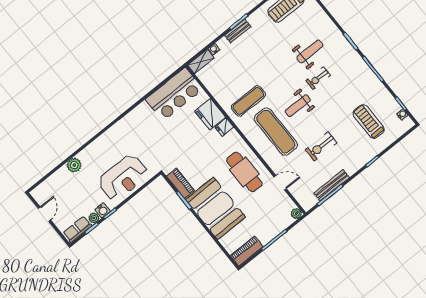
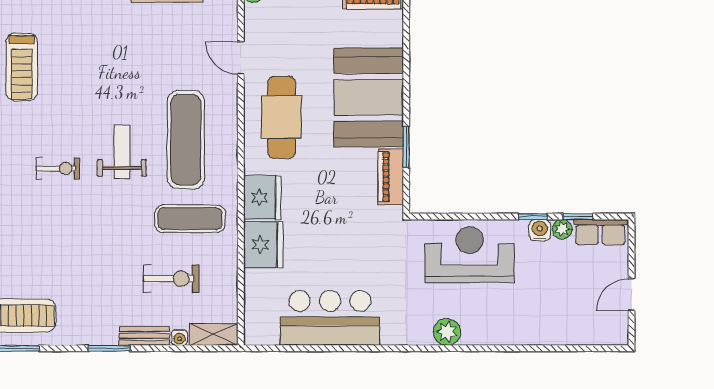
bench: (238, 31) -> (144, 336), moved
weight bench: (310, 52) -> (39, 218), removed
bar counter: (174, 94) -> (330, 318), moved
weight bench: (298, 106) -> (122, 152), turned -90
treadmill: (369, 122) -> (22, 67), moved
fridge: (224, 127) -> (262, 197), width x1.88, depth x1.34
exercise bike: (321, 146) -> (171, 279), moved
plant: (74, 165) -> (447, 332), moved

